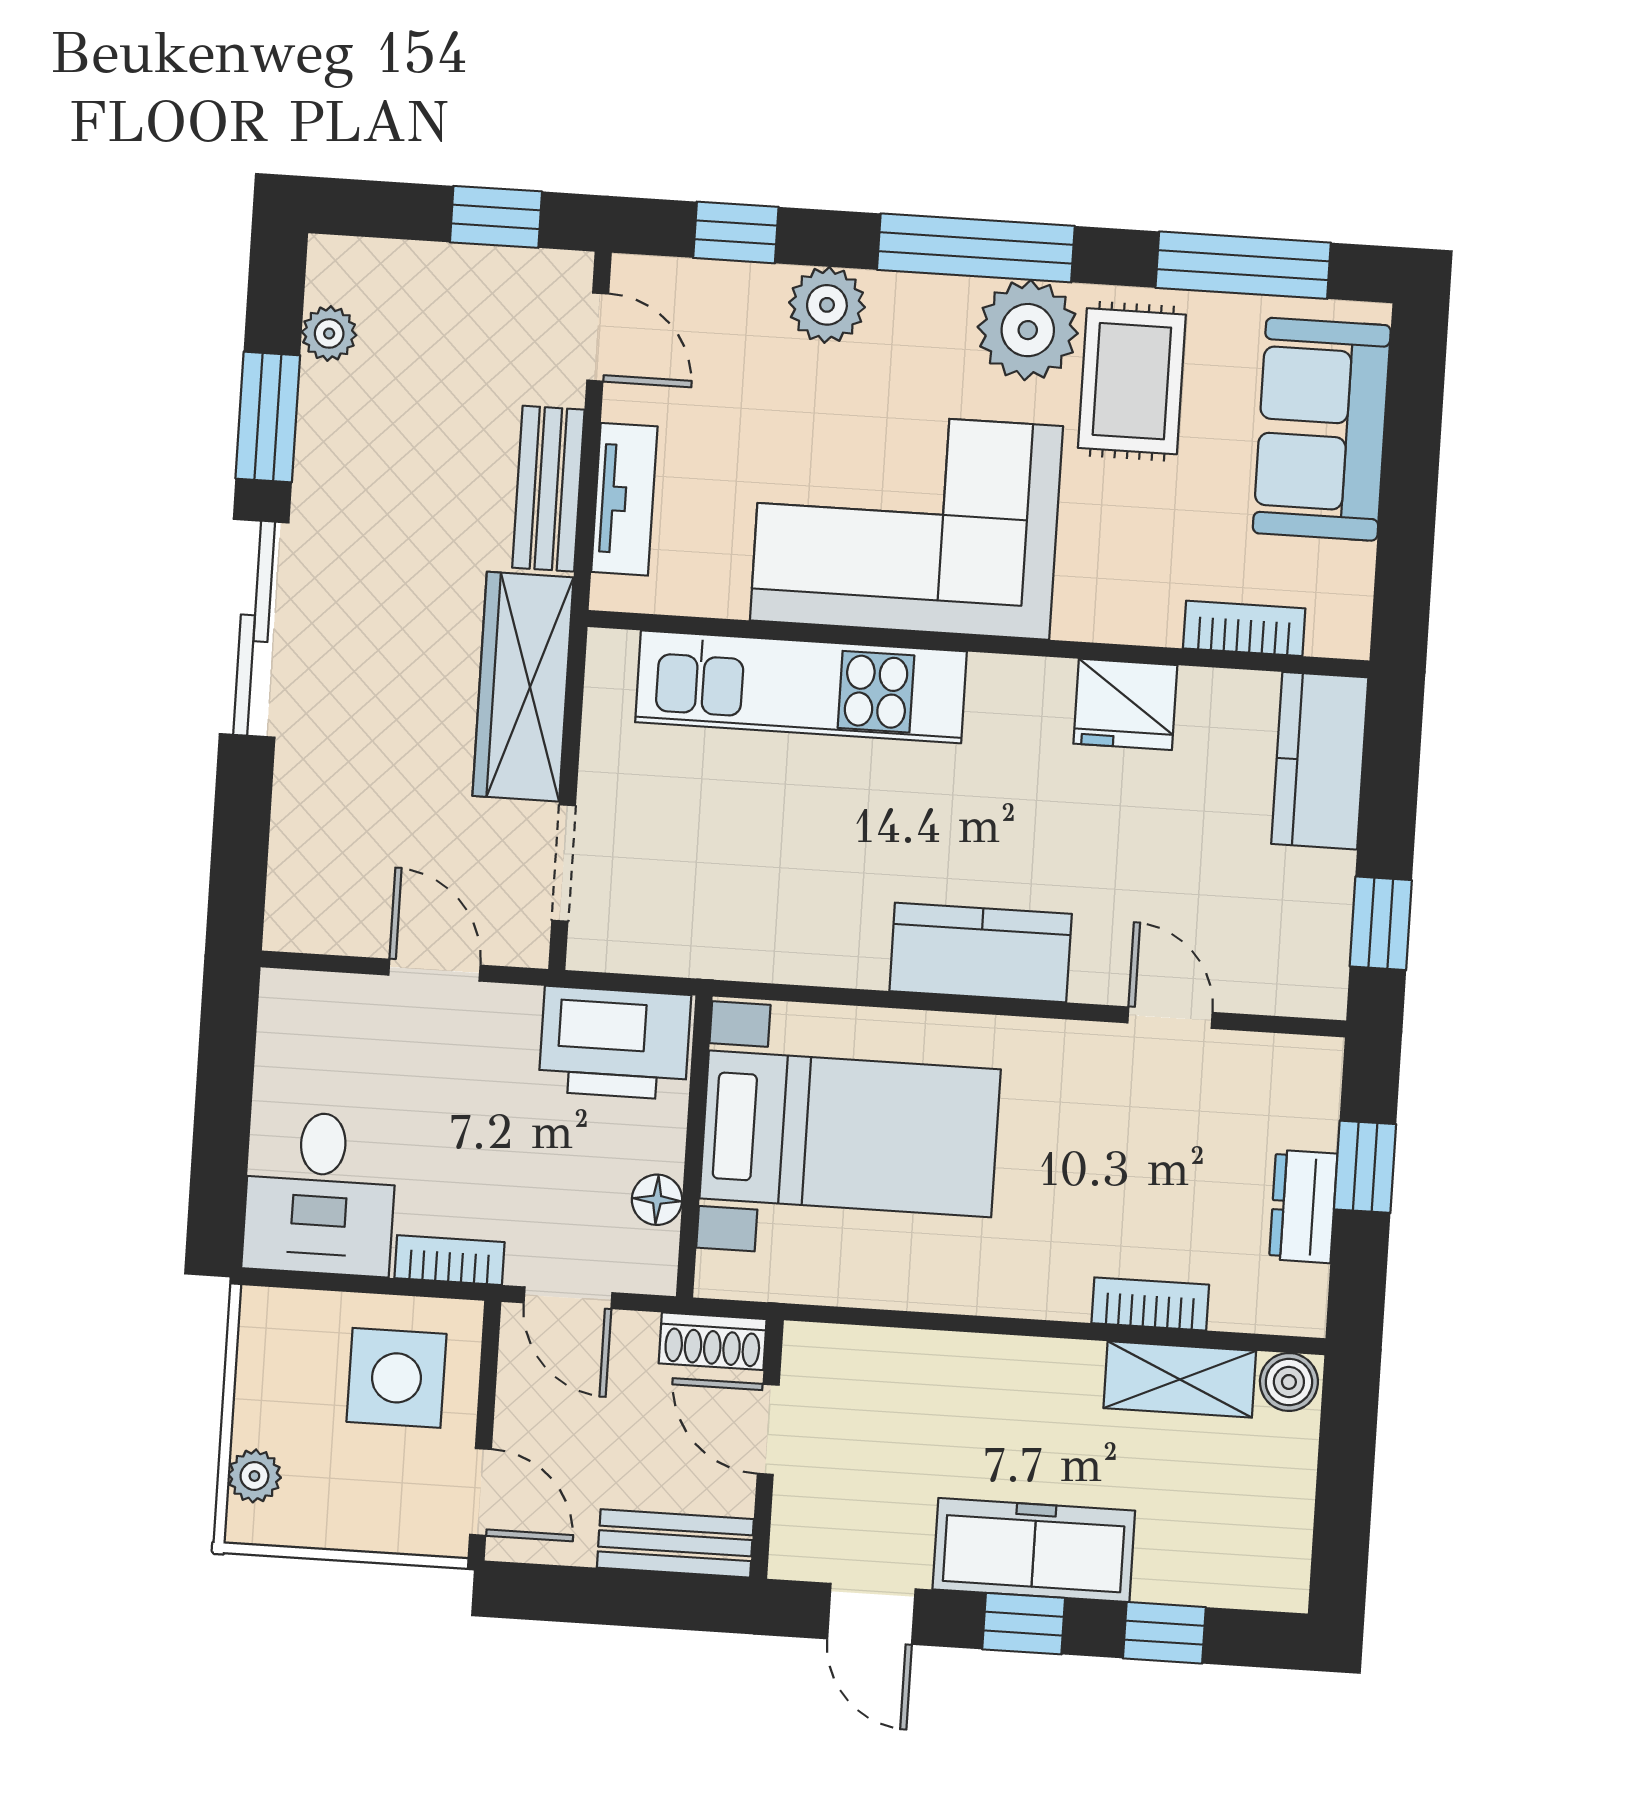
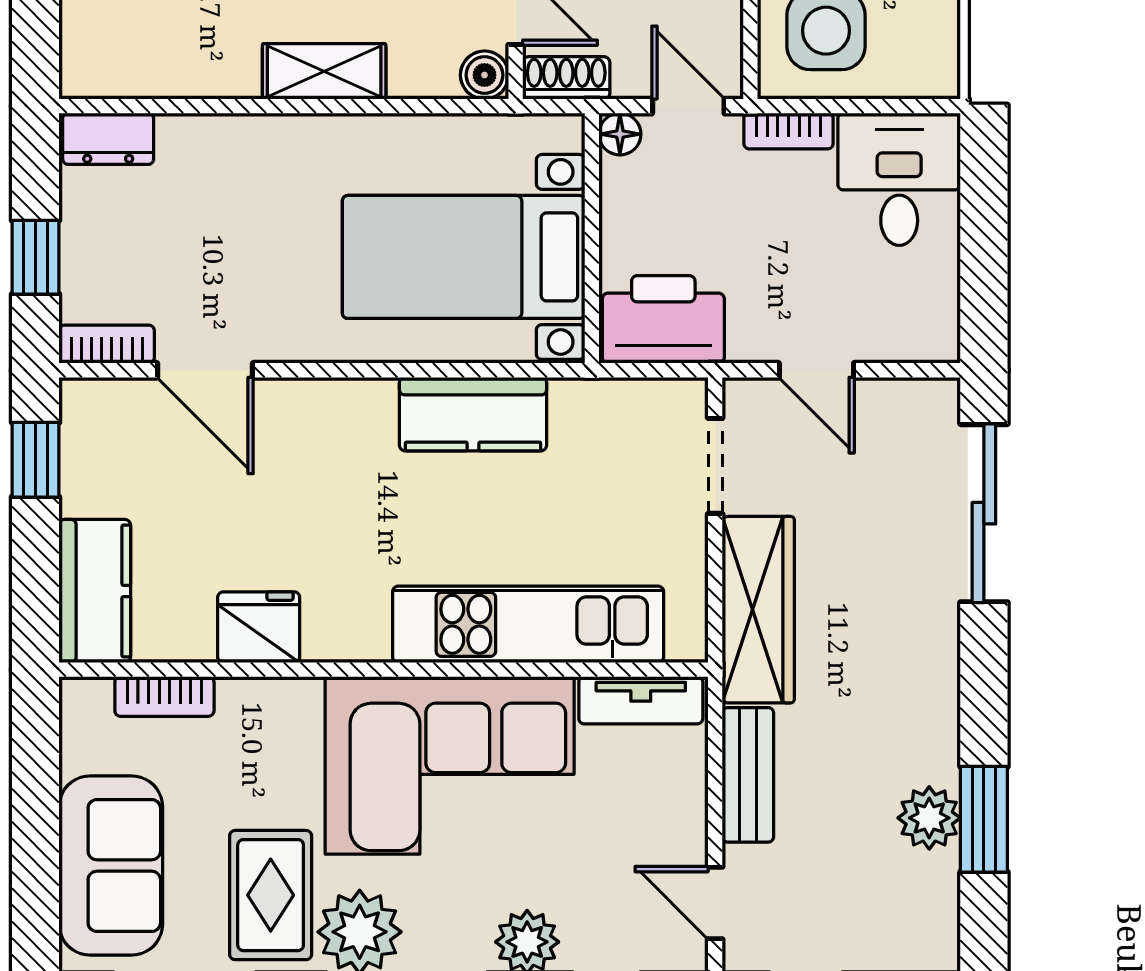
plant: (329, 333) -> (929, 818), moved, width x1.38, depth x1.38
tv unit: (624, 499) -> (641, 700), moved, turned -90
sliding door: (254, 628) -> (984, 513), moved
kitchen counter: (981, 952) -> (473, 414), moved
door: (1170, 1018) -> (205, 370), width x1.38
floor lamp: (657, 1200) -> (620, 134), moved
dresser: (1303, 1207) -> (108, 139), moved, turned 90
bookcase: (1150, 1304) -> (107, 344), moved, turned 180
shelving: (1180, 1379) -> (324, 71), moved
boiler: (1289, 1382) -> (485, 75), moved

